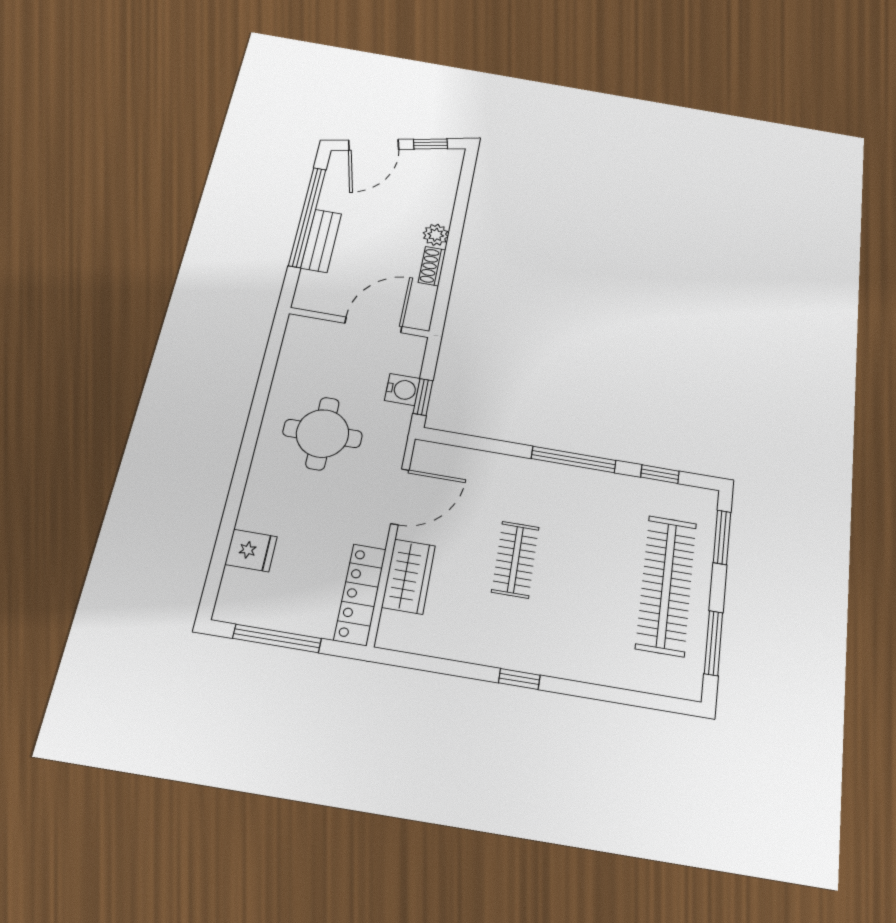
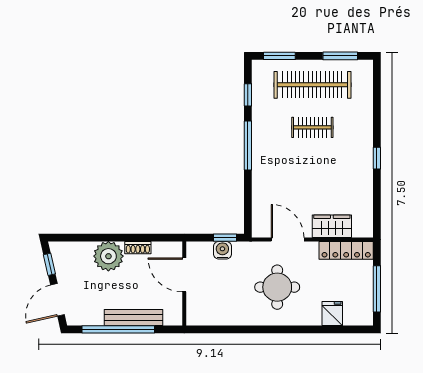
door: (374, 145) -> (57, 300), swing flipped
plant: (436, 235) -> (108, 256), width x1.87, depth x1.87
bench: (321, 241) -> (133, 317), width x1.36
round table: (322, 433) -> (277, 287), moved
clothes rail: (515, 559) -> (312, 127), moved

